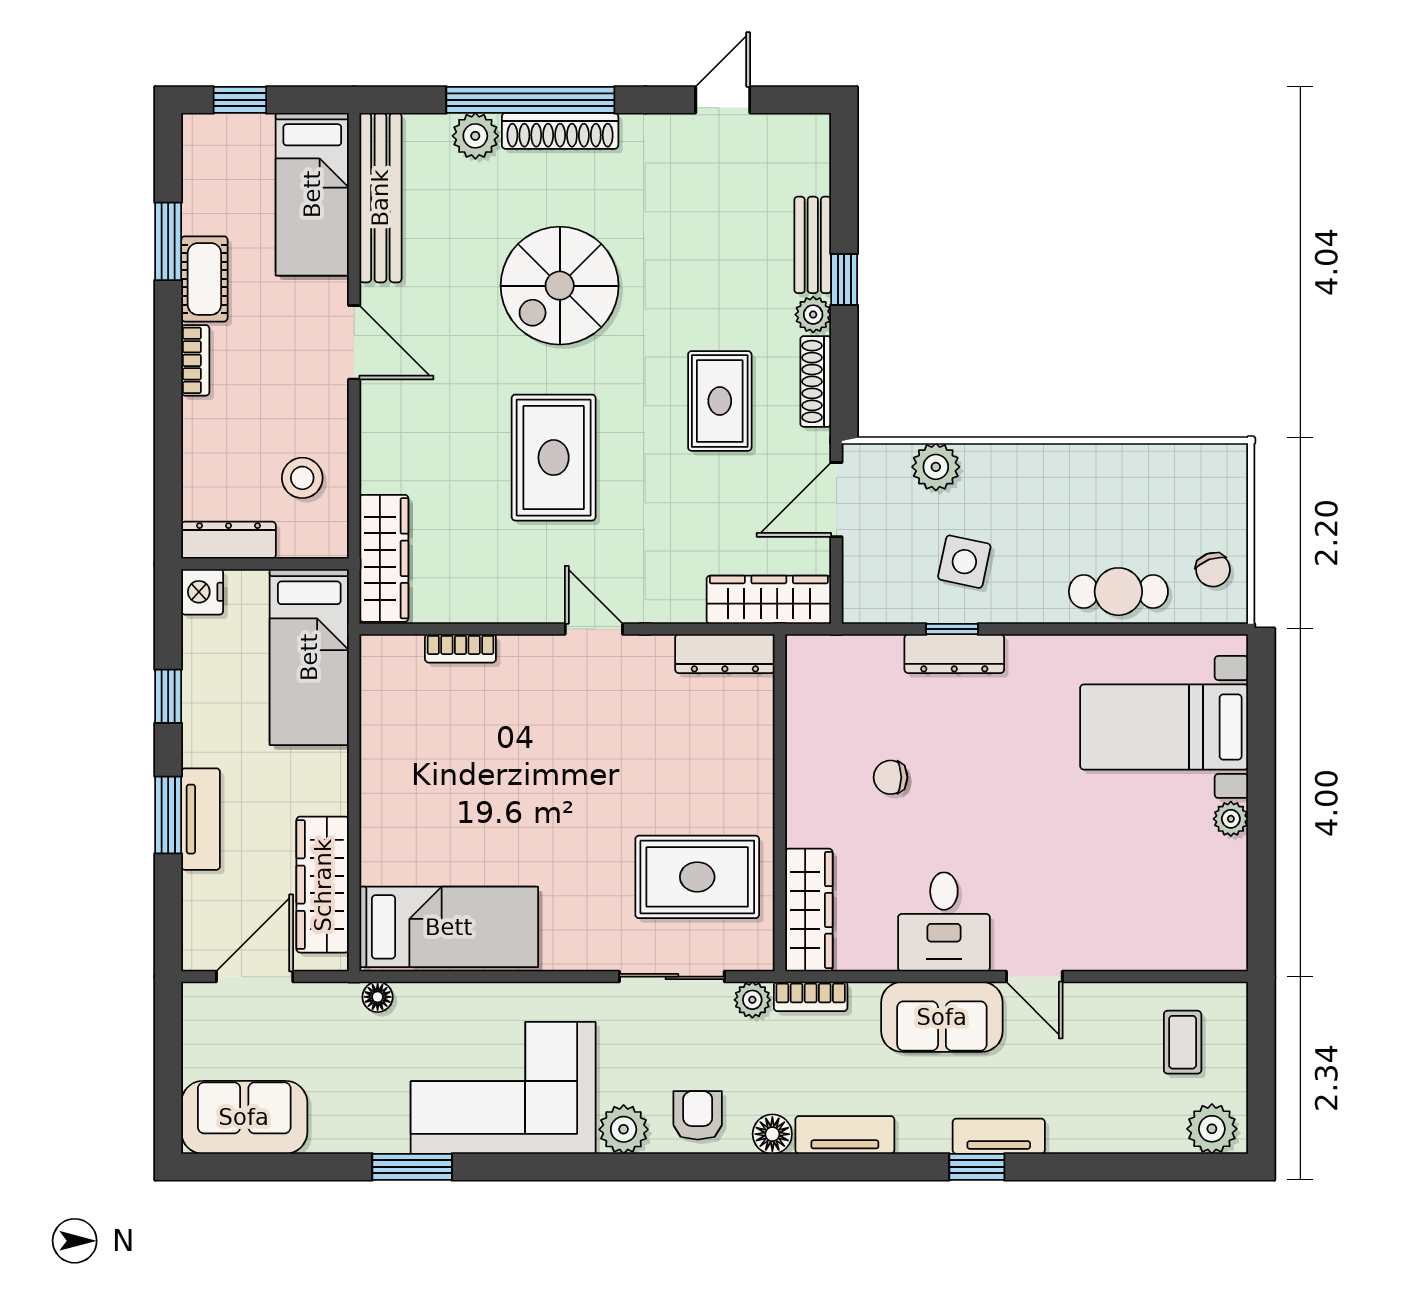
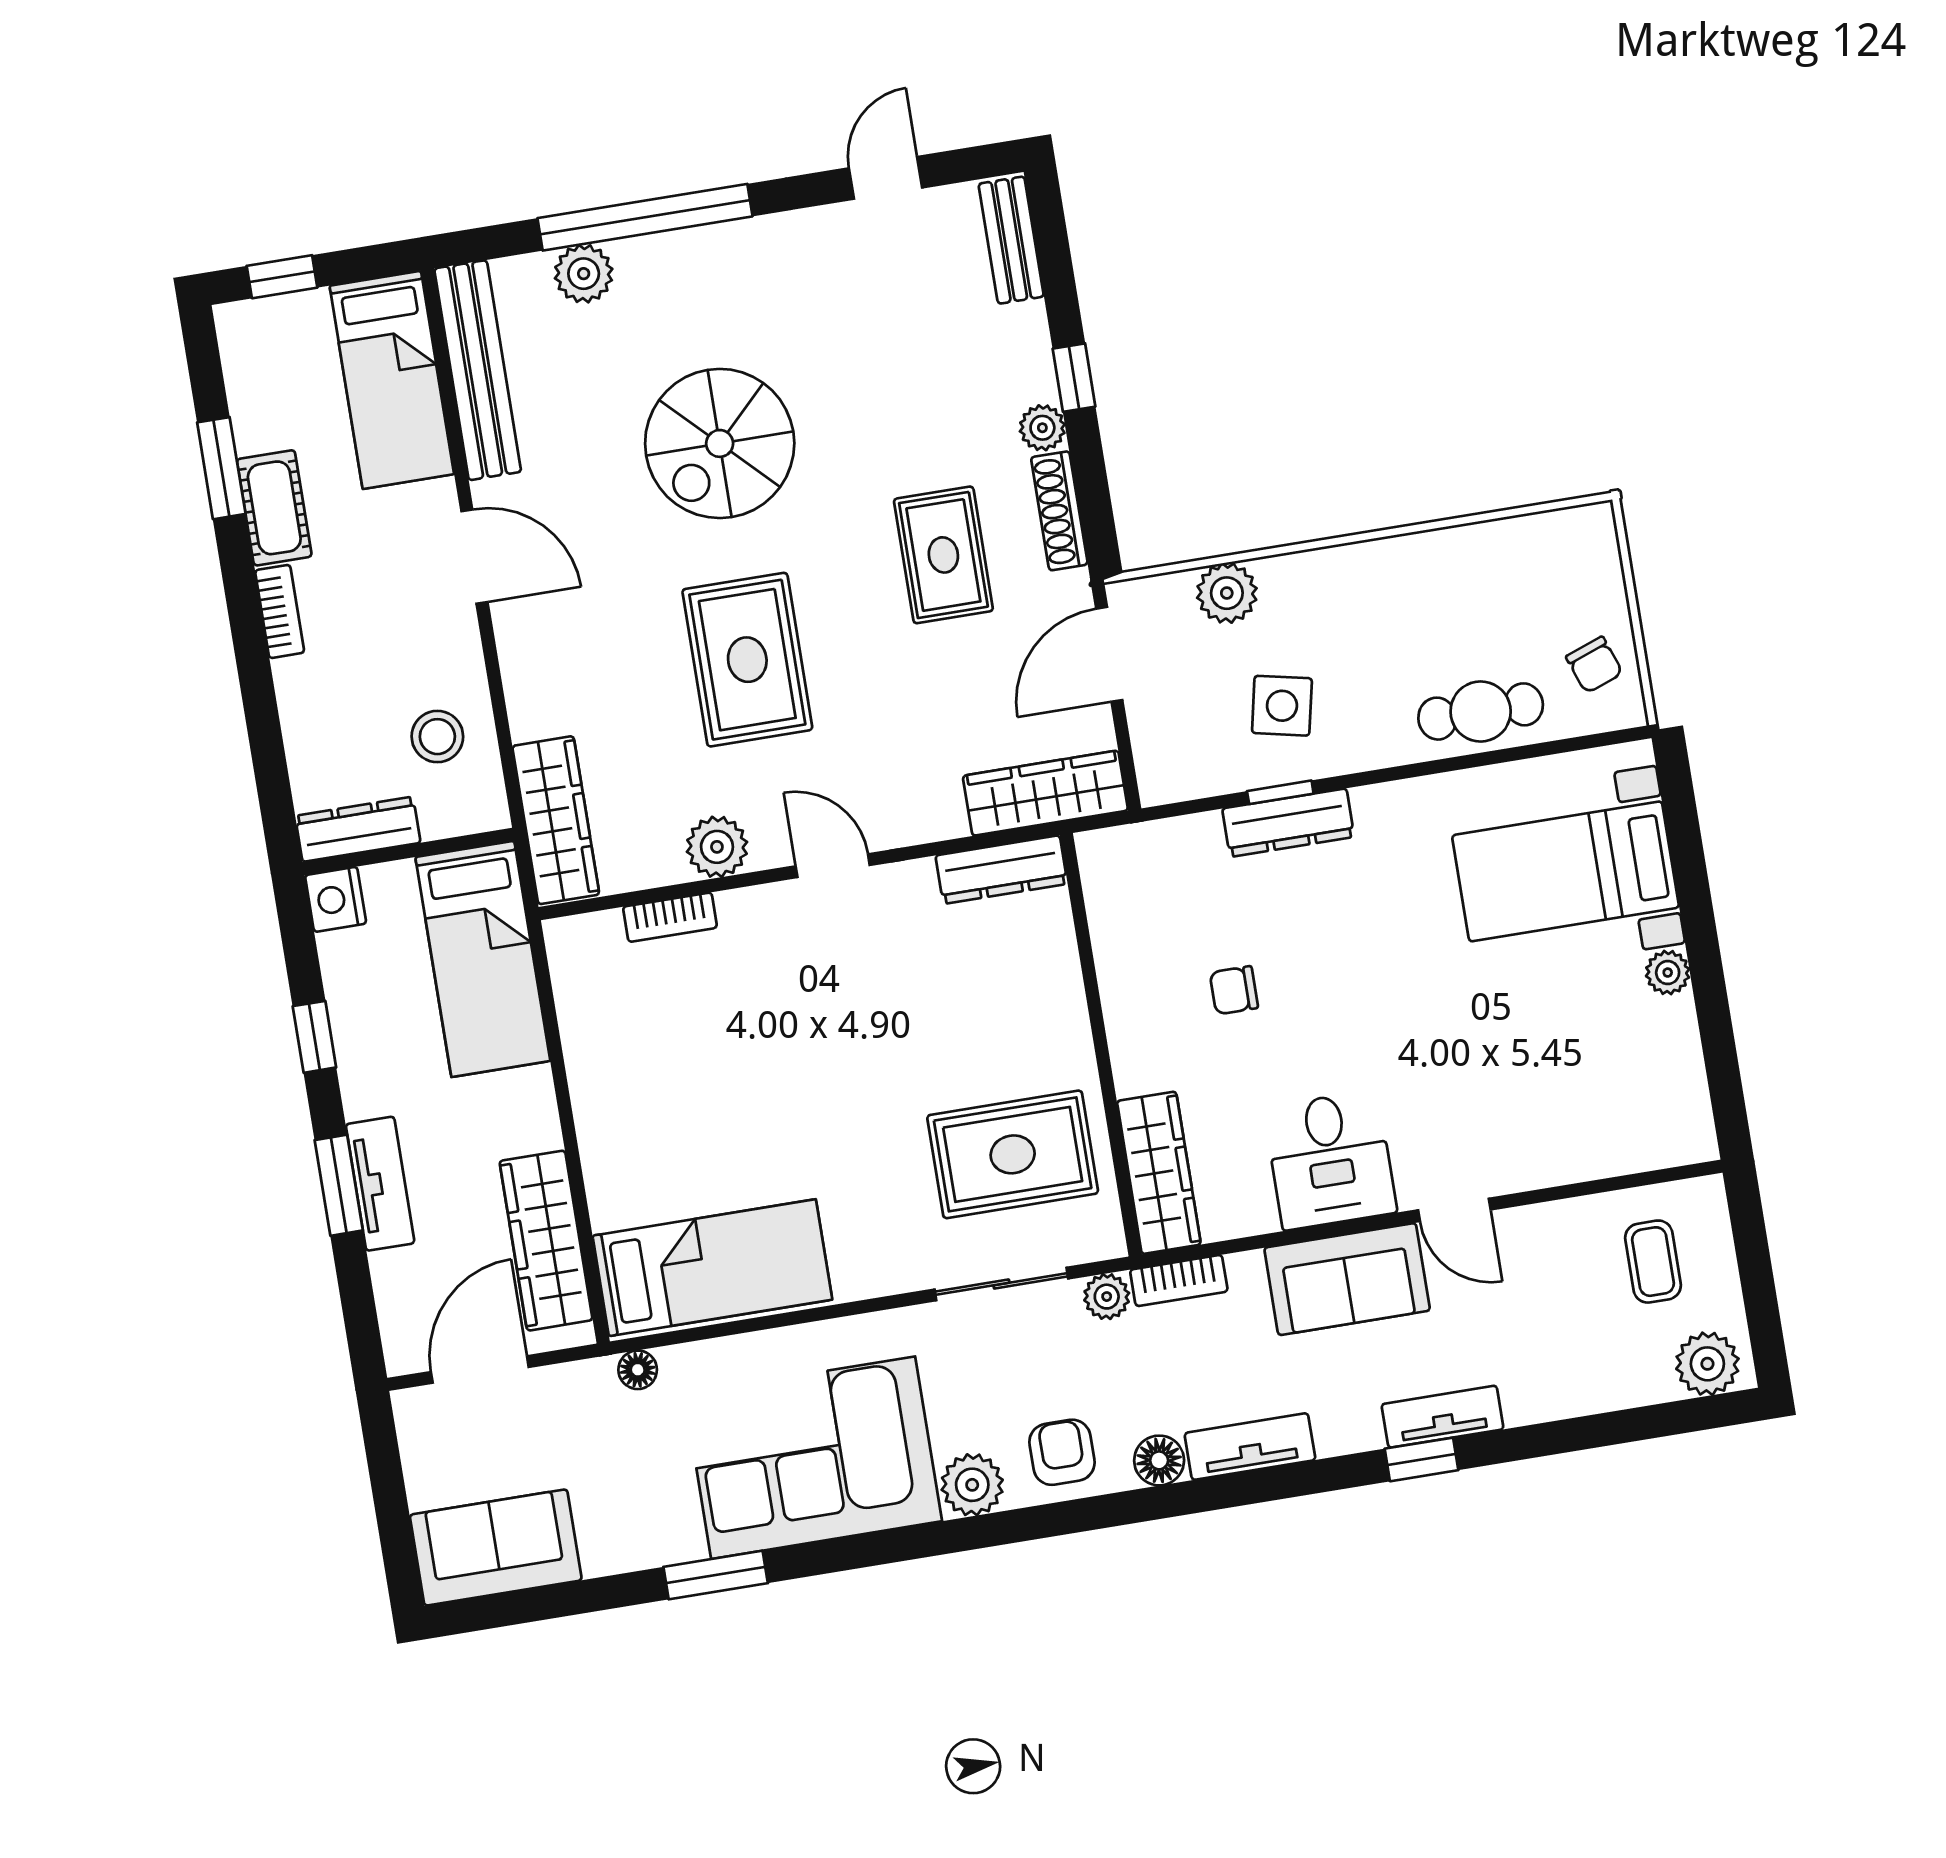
shoe rack: (560, 131) -> (689, 250), removed
bench: (813, 245) -> (1011, 240), moved
plant: (506, 600) -> (717, 847), added

